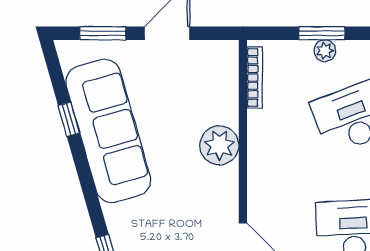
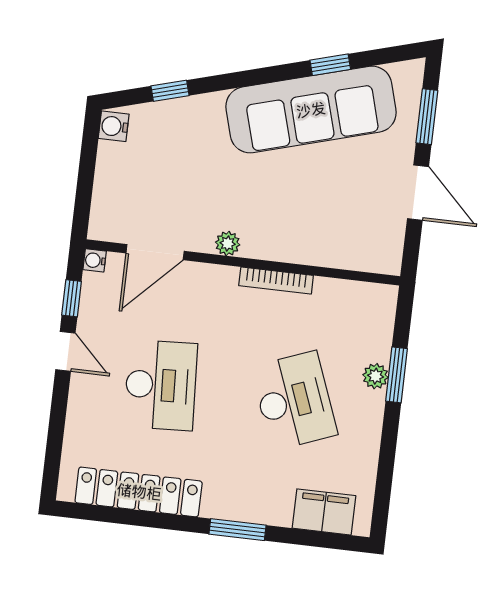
bookcase: (255, 77) -> (276, 281), moved
plant: (219, 145) -> (228, 244), moved, width x0.53, depth x0.53

